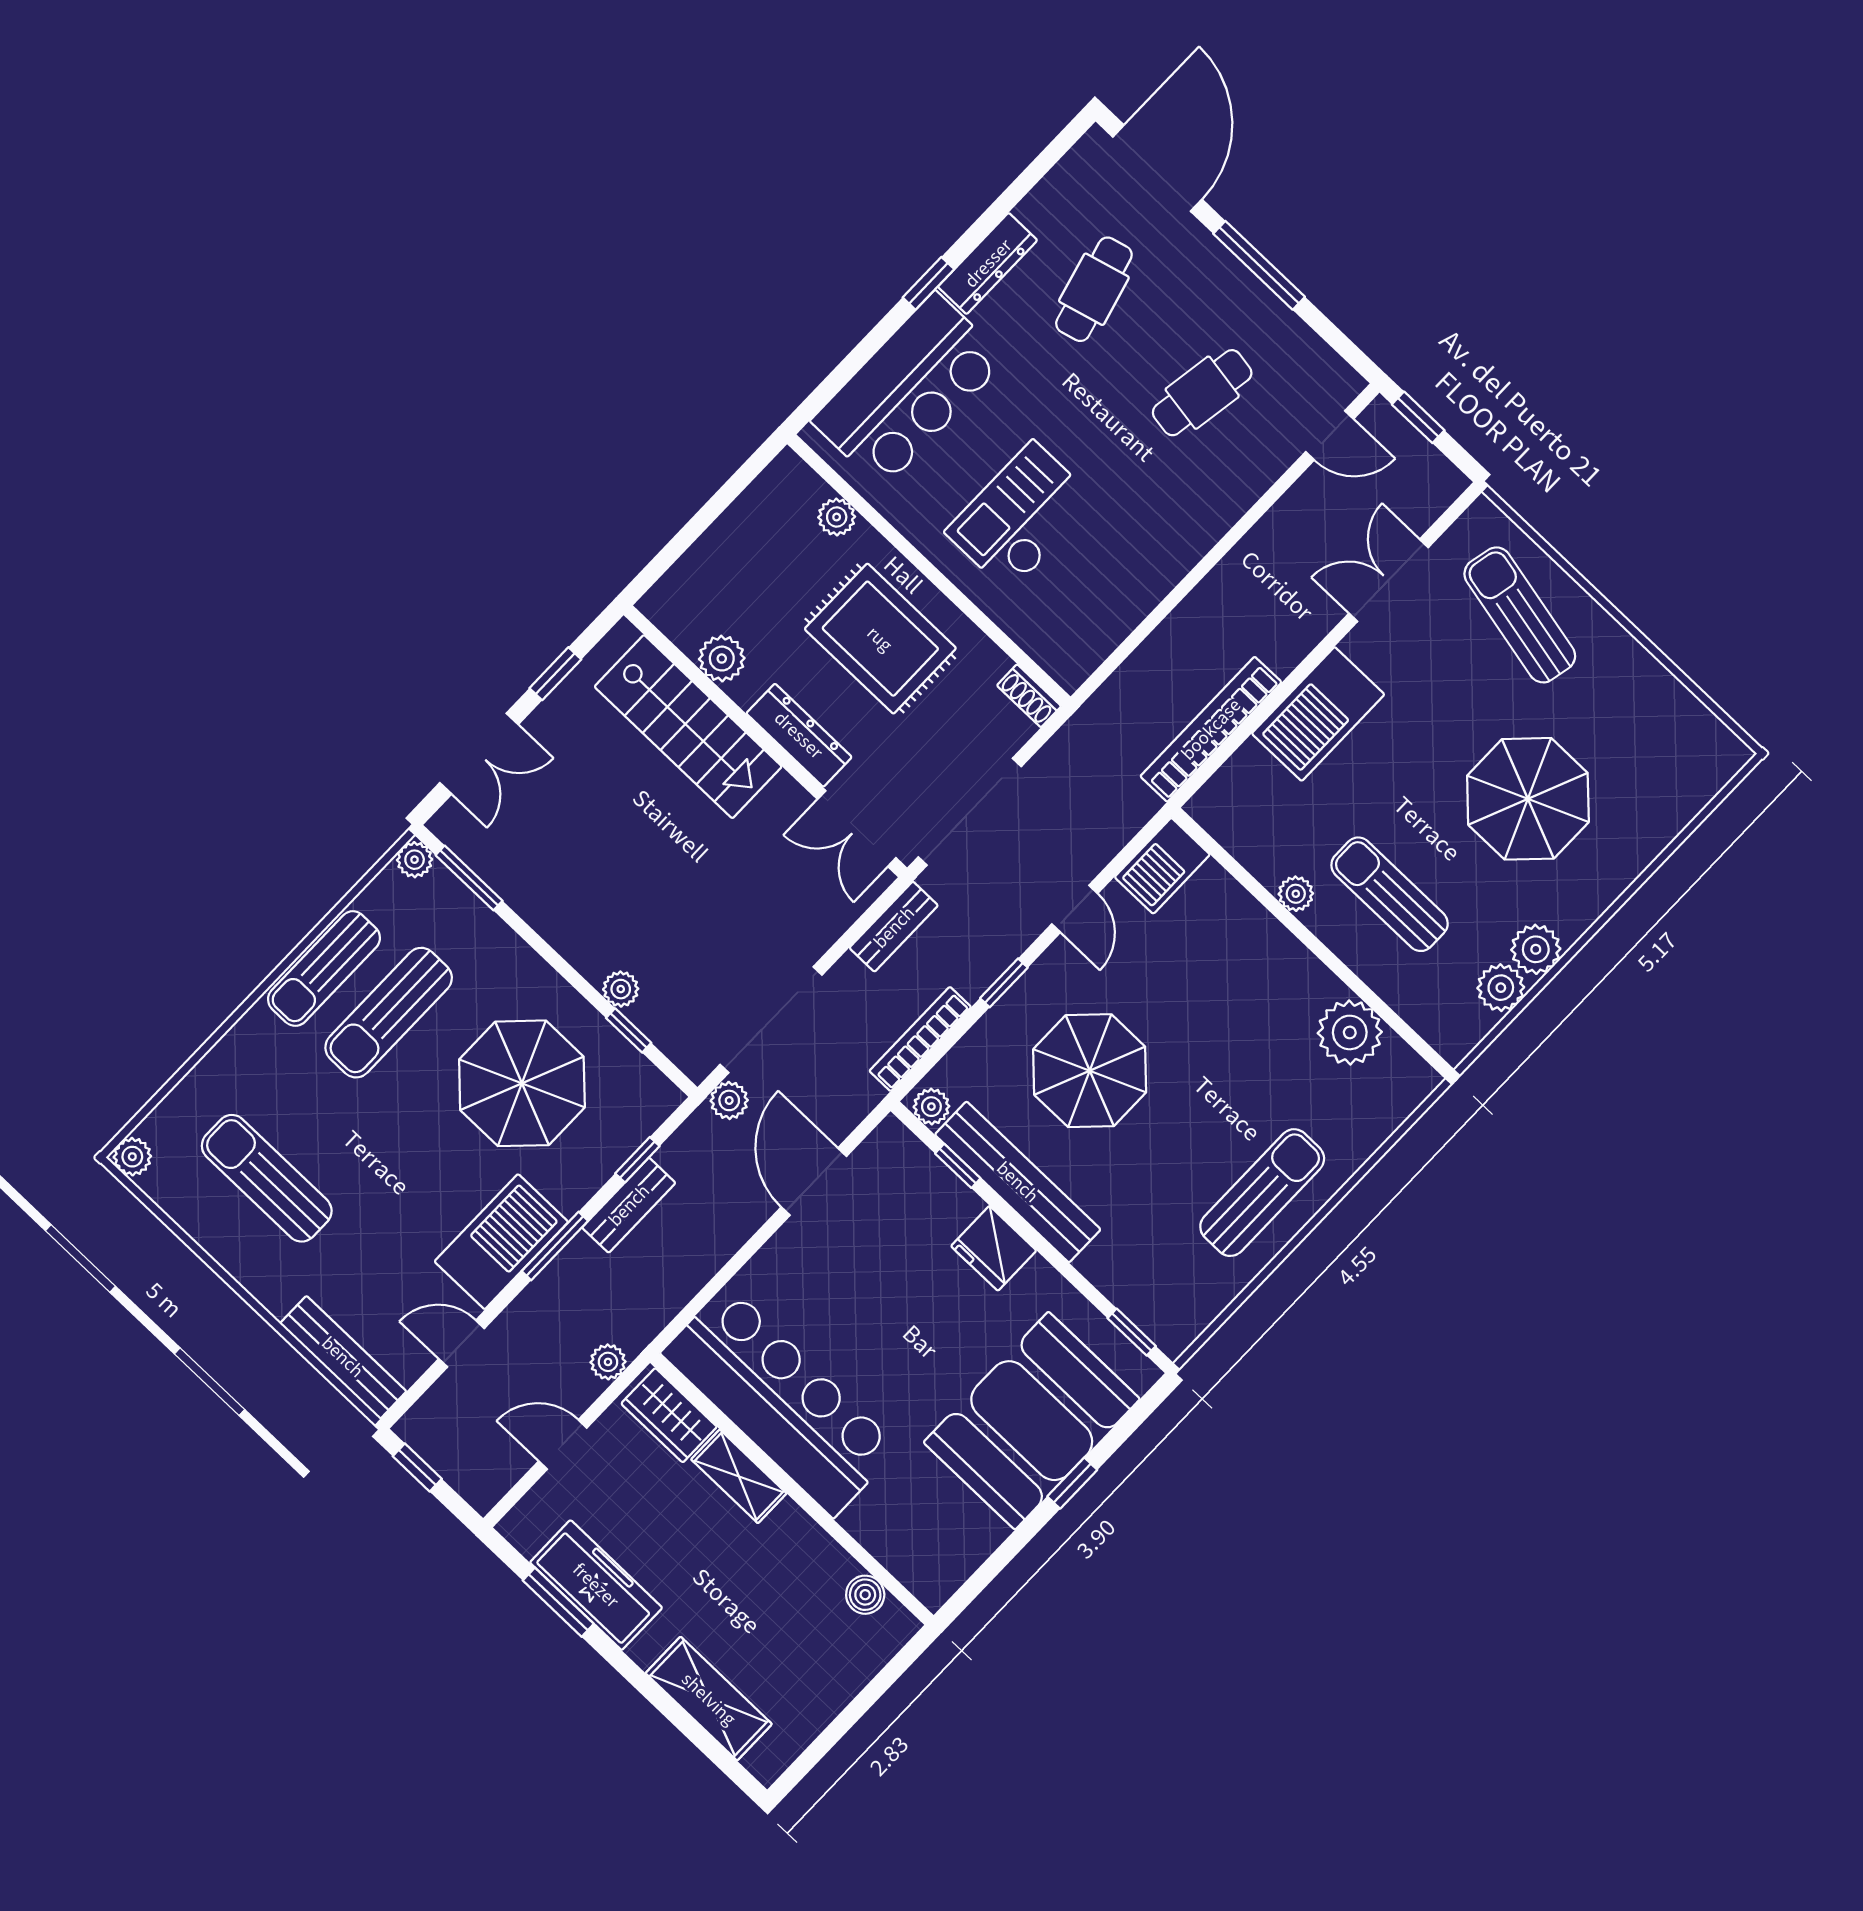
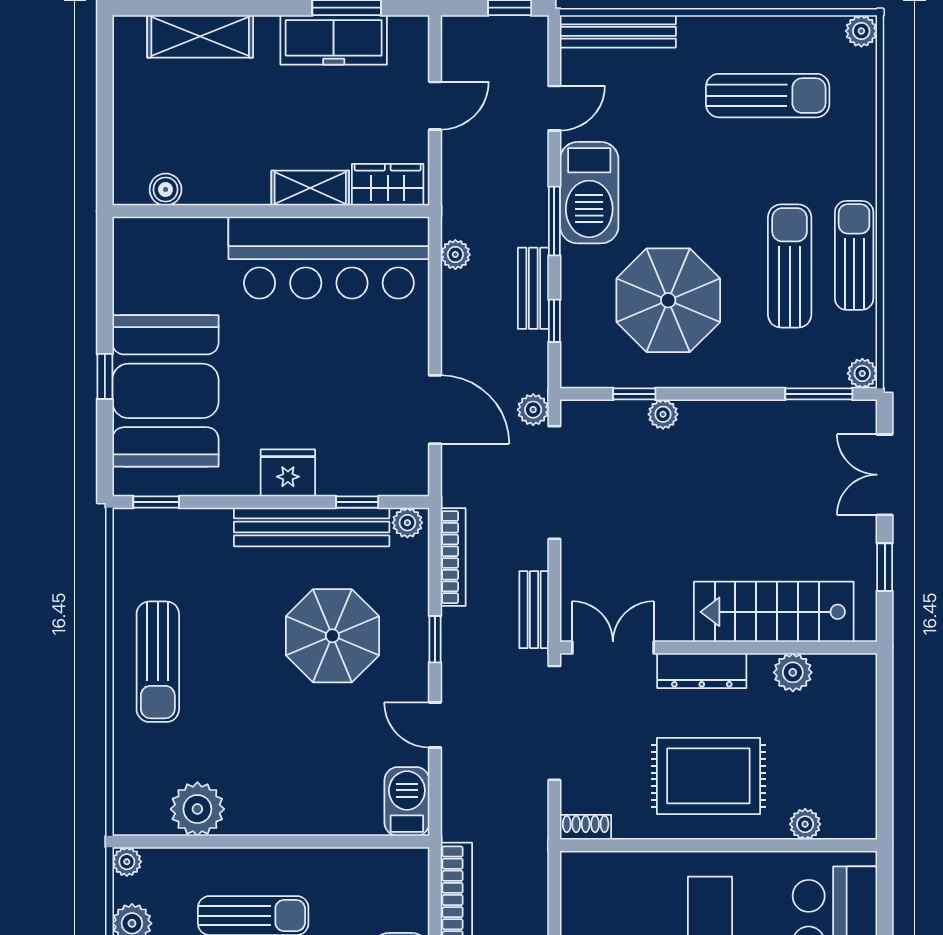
plant: (1296, 894) -> (127, 862), moved
plant: (608, 1362) -> (455, 255), moved

